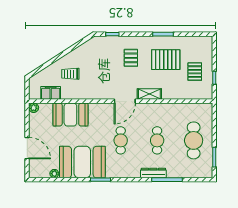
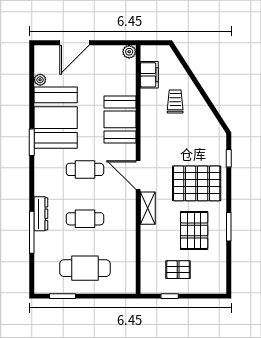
pallet: (131, 58) -> (197, 183), width x2.05, depth x2.00
booth: (70, 115) -> (120, 119), moved

